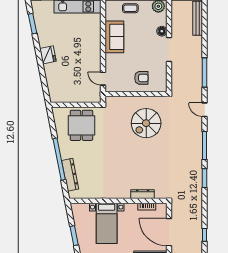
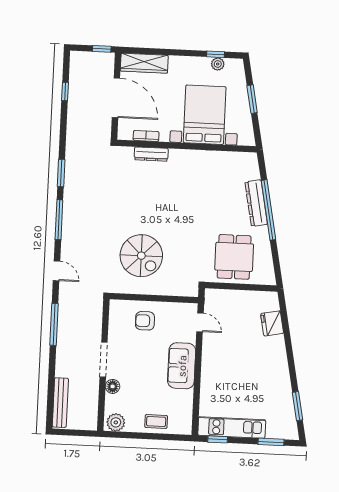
sofa: (114, 37) -> (182, 366), moved
fridge: (48, 55) -> (272, 323), moved
spiral stairs: (146, 123) -> (141, 256), turned 90
dresser: (70, 175) -> (256, 203), moved
bed with nightstands: (107, 223) -> (205, 115), width x1.36

